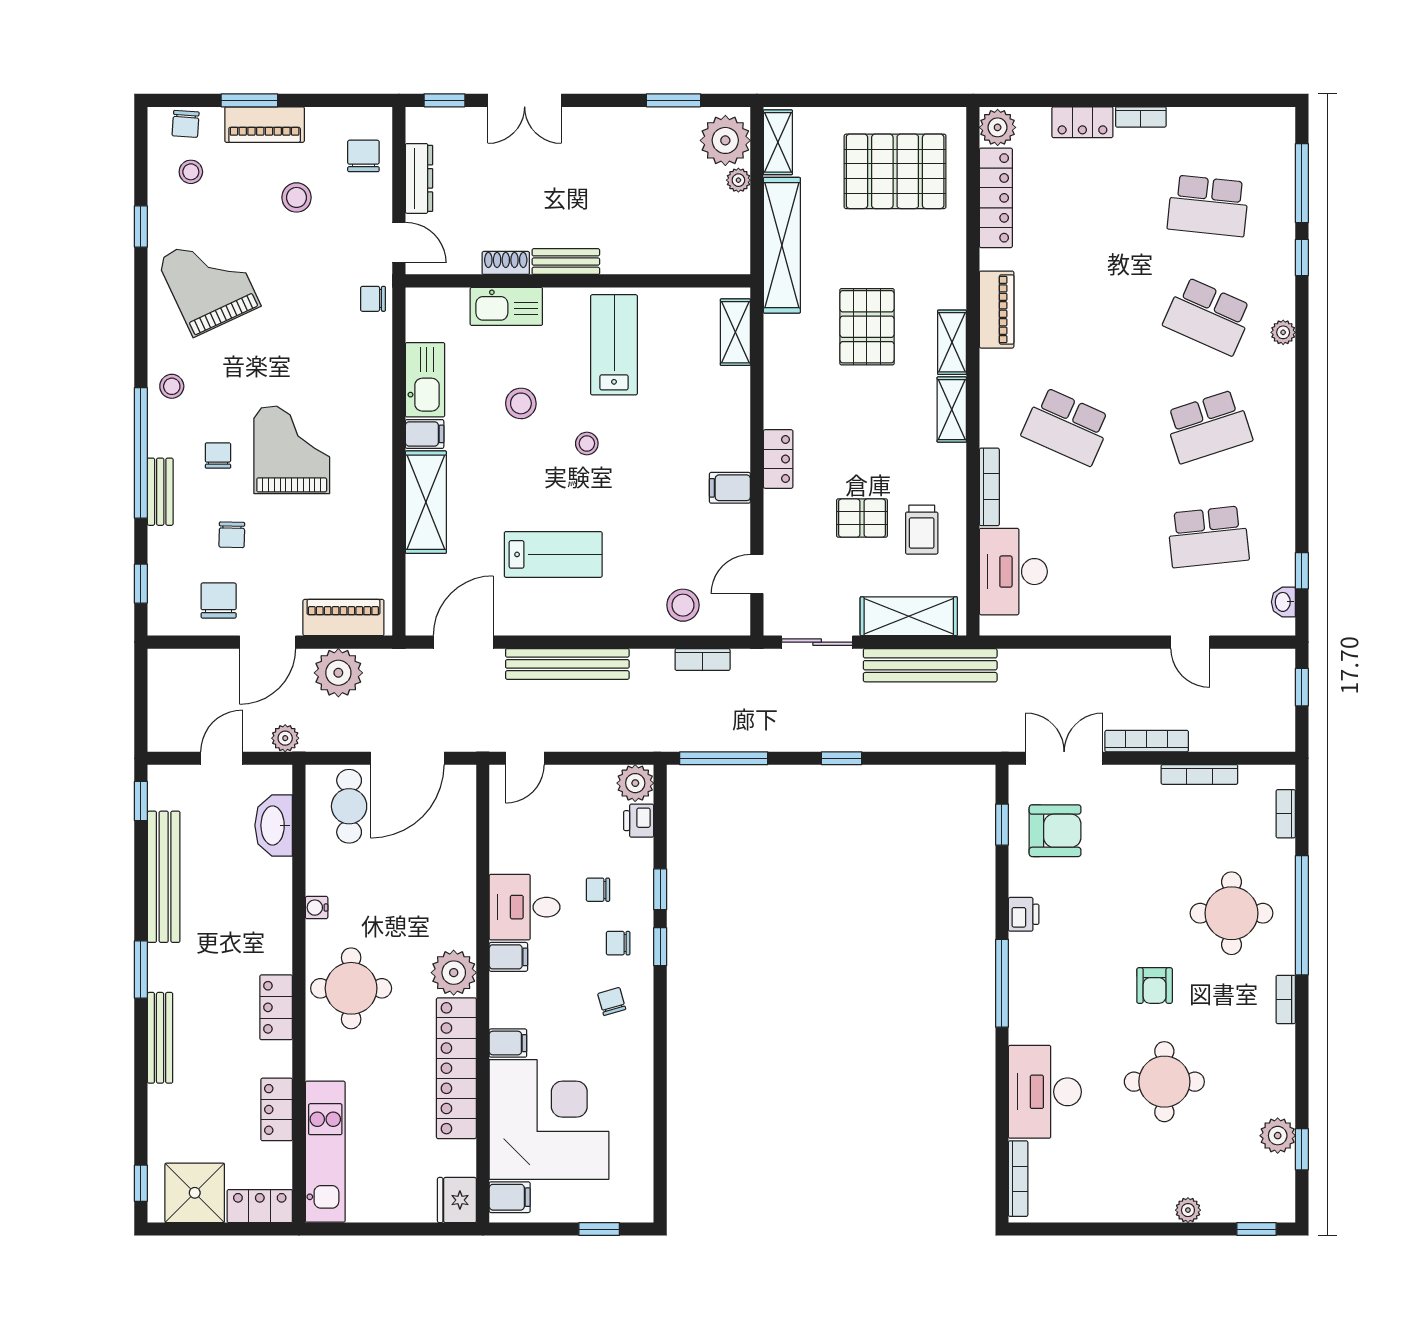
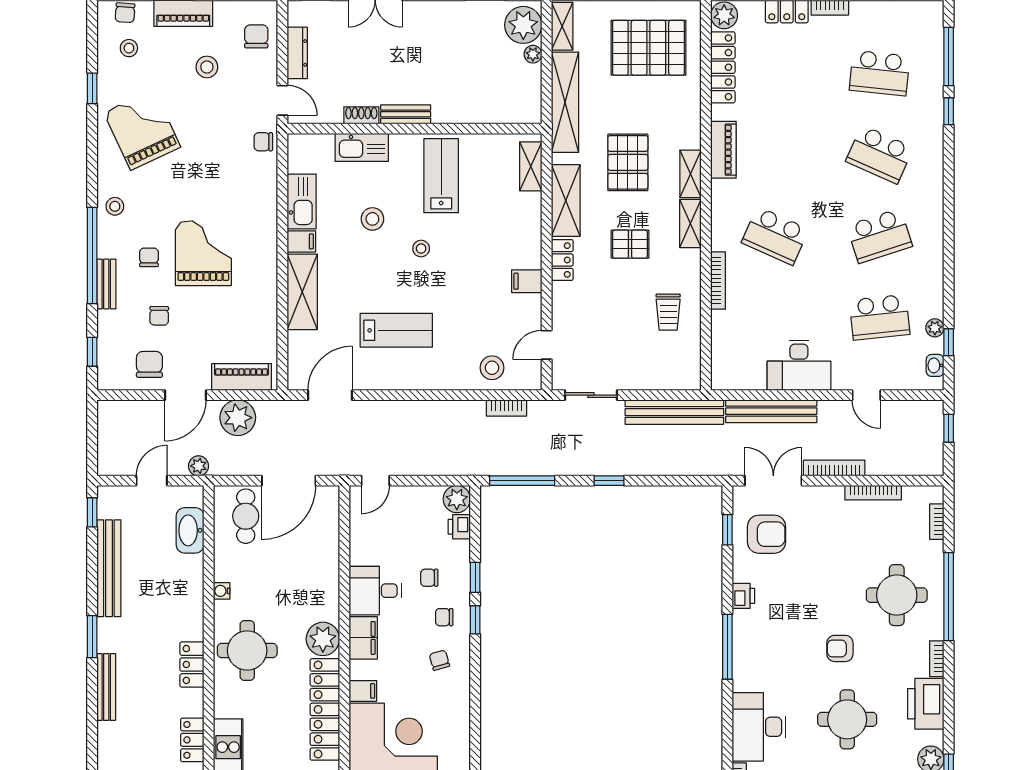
plant: (1283, 332) -> (935, 328), moved
pallet: (862, 518) -> (630, 244), moved
desk: (1013, 572) -> (799, 365), moved, turned -90
shelving: (909, 616) -> (566, 201), moved, turned 90
bench: (567, 664) -> (771, 411), moved
filing cabinet: (508, 957) -> (363, 638), width x2.00
armchair: (1155, 986) -> (840, 648), turned 90
printer: (1271, 1061) -> (926, 704), added

